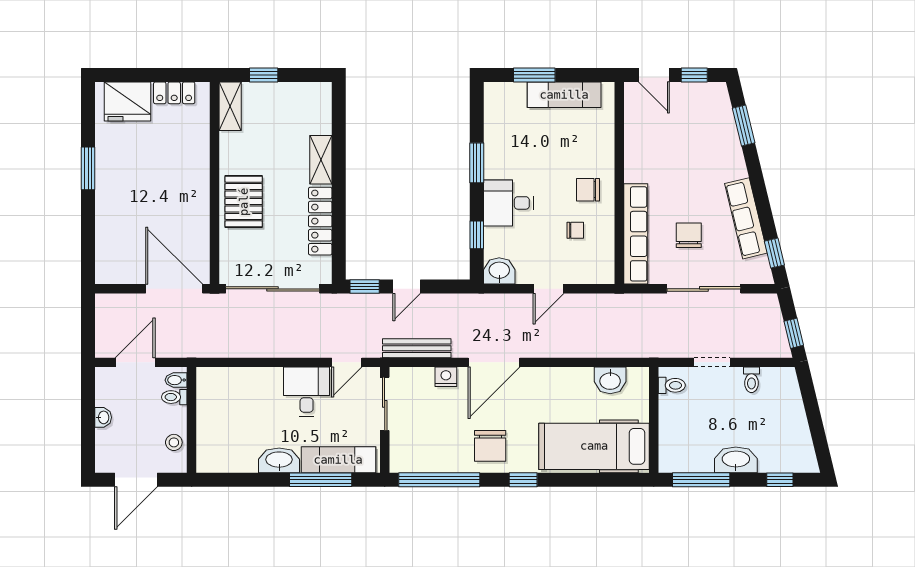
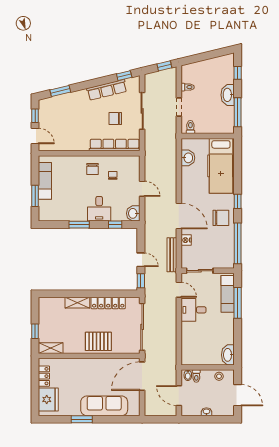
door: (654, 75) -> (35, 136), hinge flipped
sofa: (115, 213) -> (104, 406), added
washbasin: (279, 460) -> (228, 355), moved

